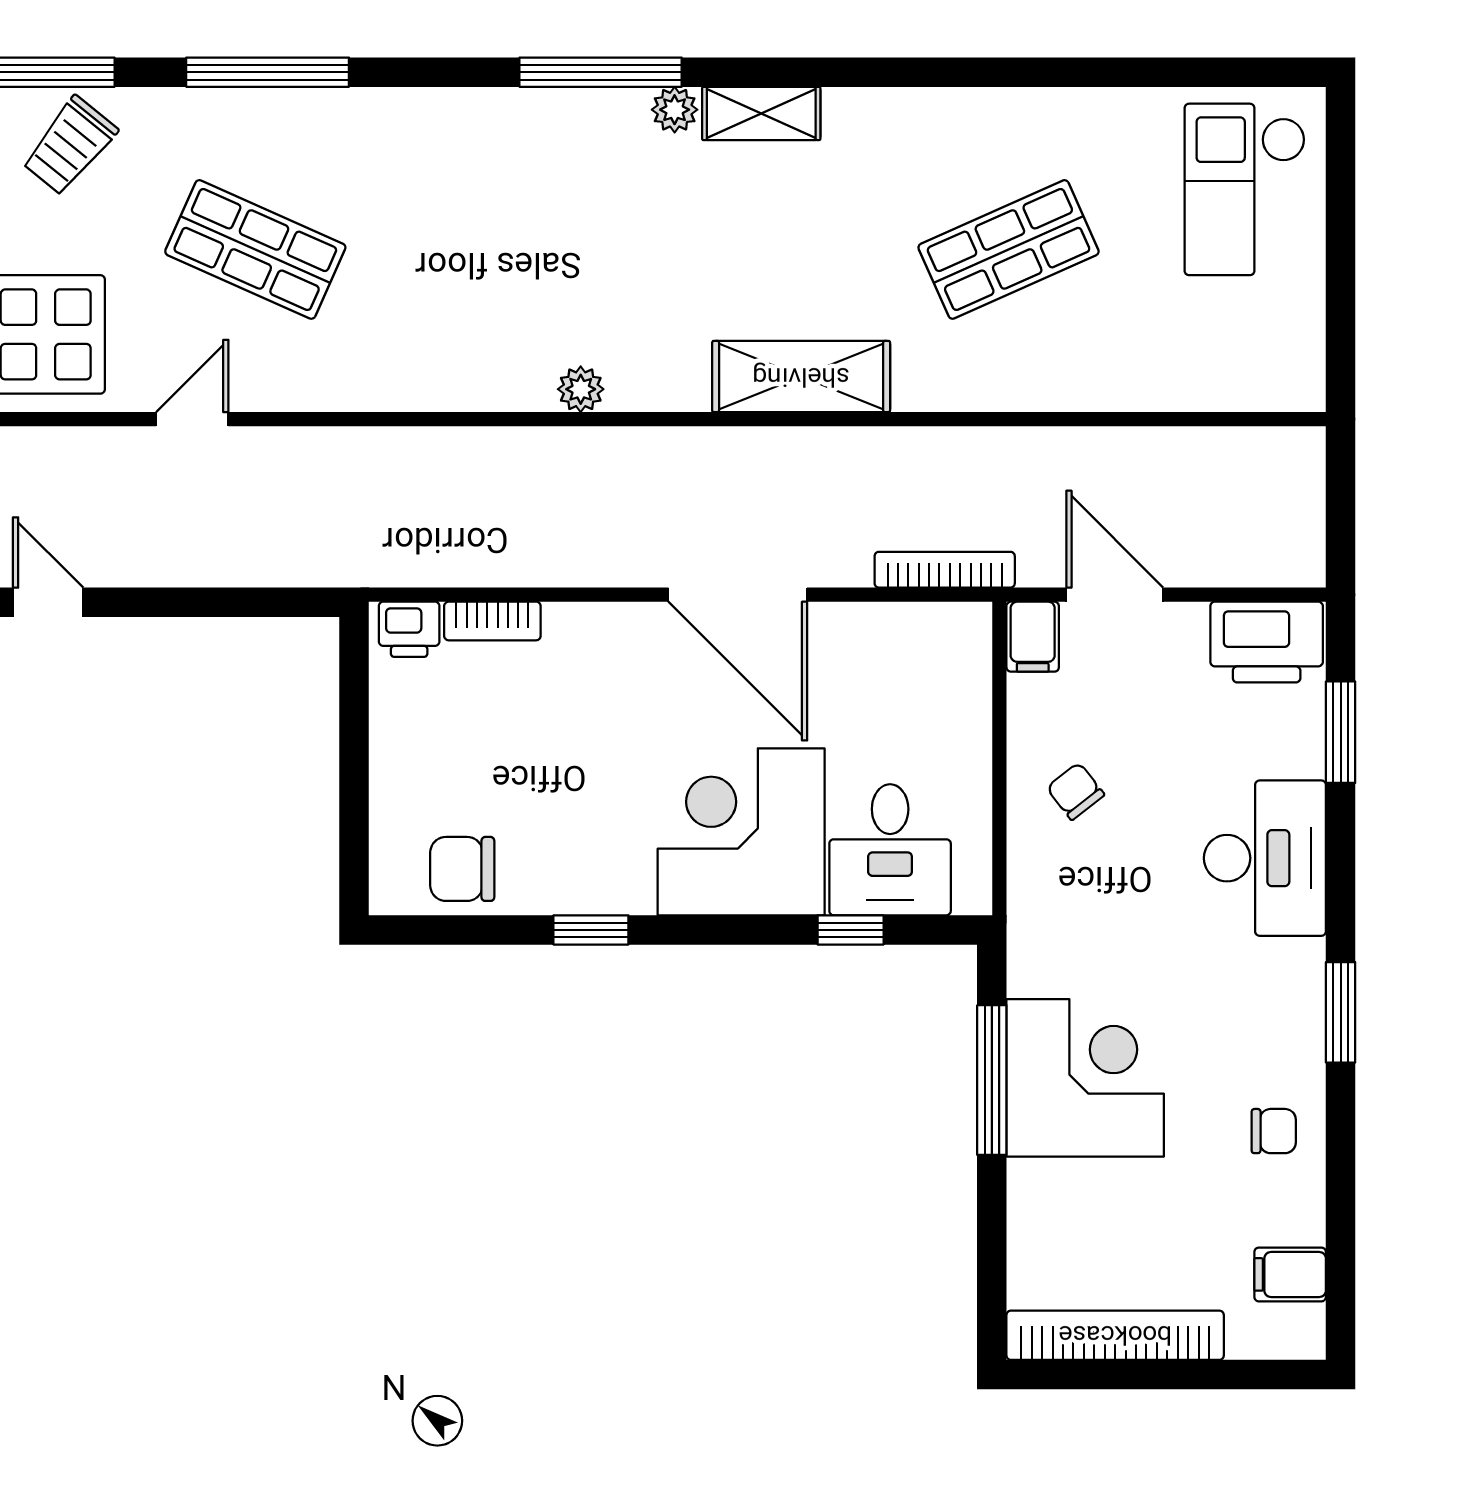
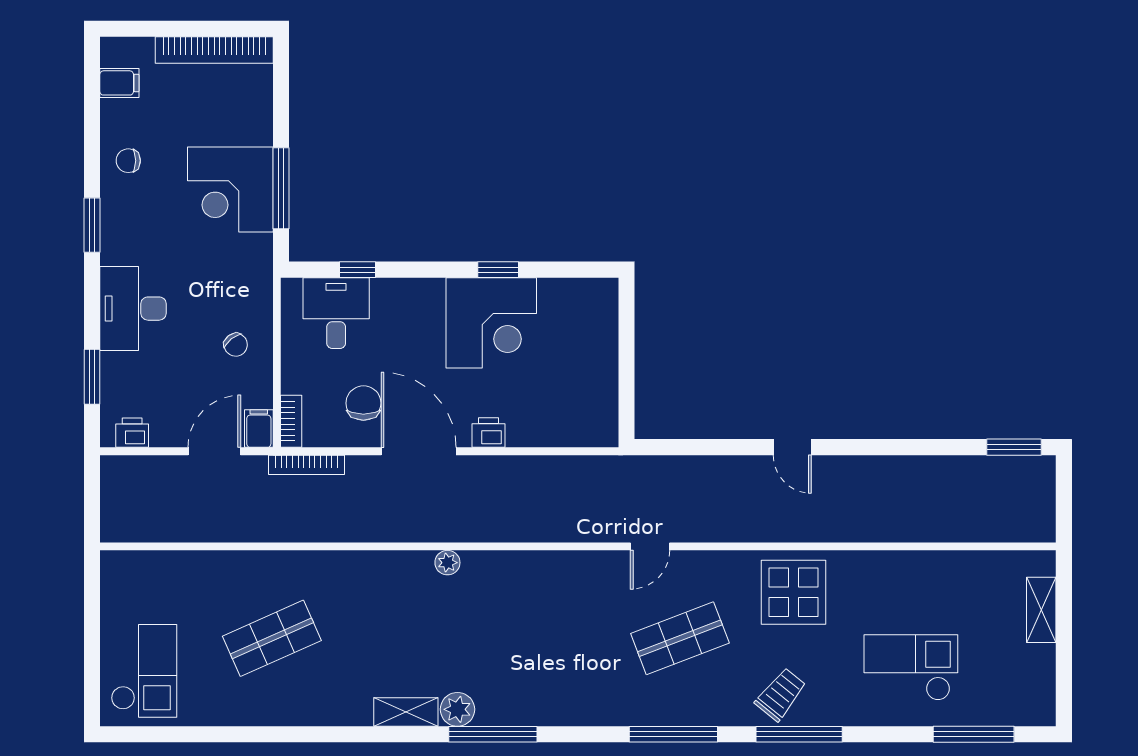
plant: (675, 110) -> (457, 709), width x1.38, depth x1.38
shop shelf: (255, 249) -> (680, 638), turned -45
shelving: (801, 377) -> (384, 569), removed
plant: (581, 389) -> (447, 563), moved
door: (192, 419) -> (650, 546), moved
door: (1115, 595) -> (214, 451), swing flipped
bookcase: (492, 621) -> (291, 421), moved, turned 90
printer: (409, 629) -> (489, 433), moved
printer: (1267, 642) -> (132, 433), width x0.53, depth x0.68
corner desk: (741, 832) -> (491, 323), moved
chair: (462, 869) -> (363, 403), moved, turned -90

